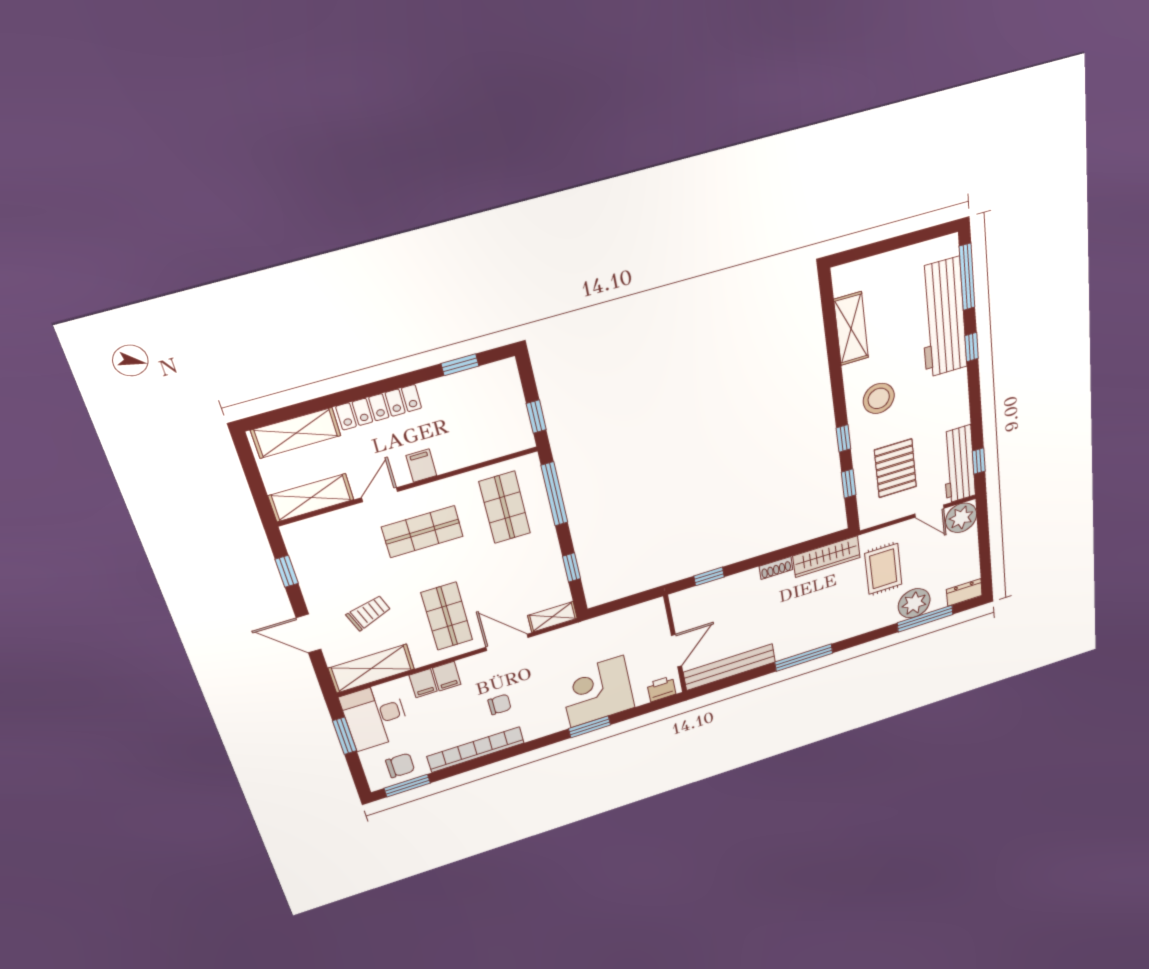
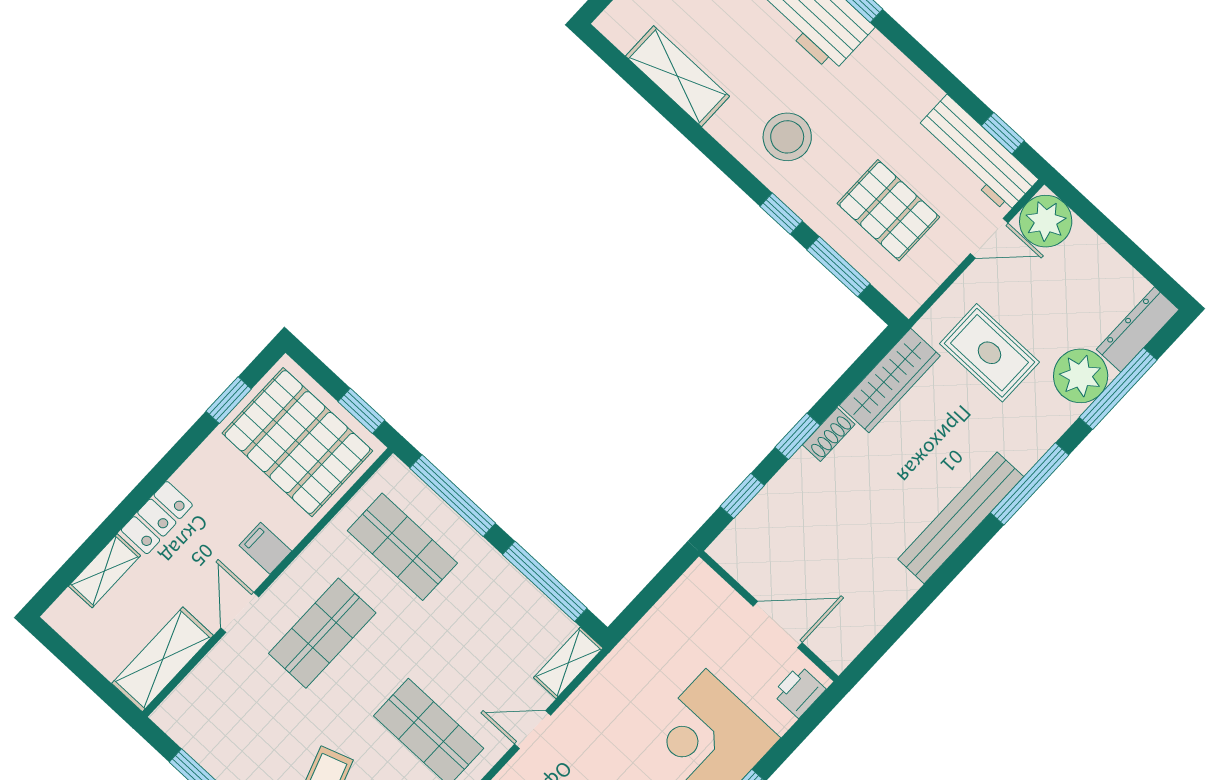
locker: (379, 407) -> (157, 518), width x0.66
pallet: (485, 414) -> (297, 442), added
shelving: (296, 433) -> (105, 571), width x0.67, depth x0.75
window: (849, 484) -> (838, 267), width x1.50
window: (760, 561) -> (798, 436), added
window: (572, 567) -> (545, 581), width x2.17
dresser: (964, 592) -> (1138, 329), width x1.44
door: (507, 642) -> (533, 730), width x0.73
door: (676, 651) -> (778, 624), hinge flipped
window: (804, 658) -> (1030, 484), moved
bench: (729, 667) -> (961, 518), moved

